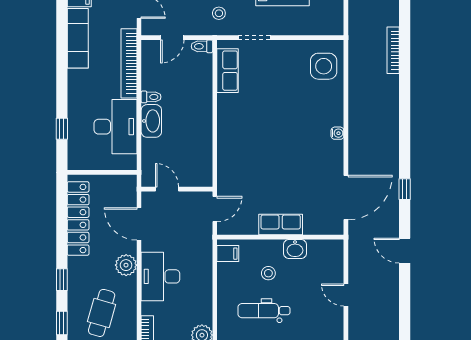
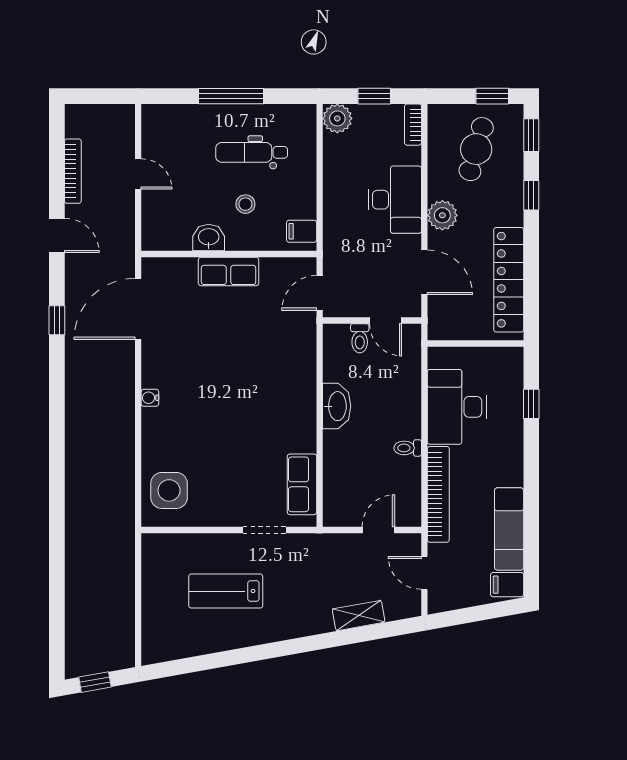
stool: (219, 13) -> (314, 564), removed
toilet: (202, 46) -> (360, 338), moved, turned 90
bookcase: (393, 50) -> (73, 171), moved
washbasin: (151, 121) -> (337, 406), moved, turned 180
dental chair: (264, 311) -> (252, 152), turned 180

